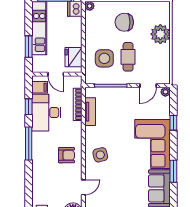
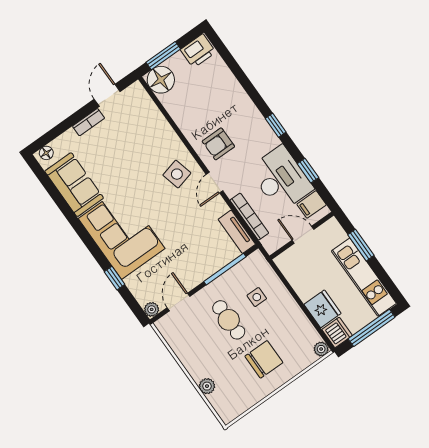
plant: (160, 34) -> (207, 386), width x0.53, depth x0.53
fridge: (73, 57) -> (323, 309), moved
side table: (104, 58) -> (257, 297), width x0.54, depth x0.54
tv unit: (90, 112) -> (237, 232), moved
window: (29, 143) -> (276, 125), width x0.46
window: (173, 171) -> (72, 218), removed
door: (83, 187) -> (215, 183), moved

